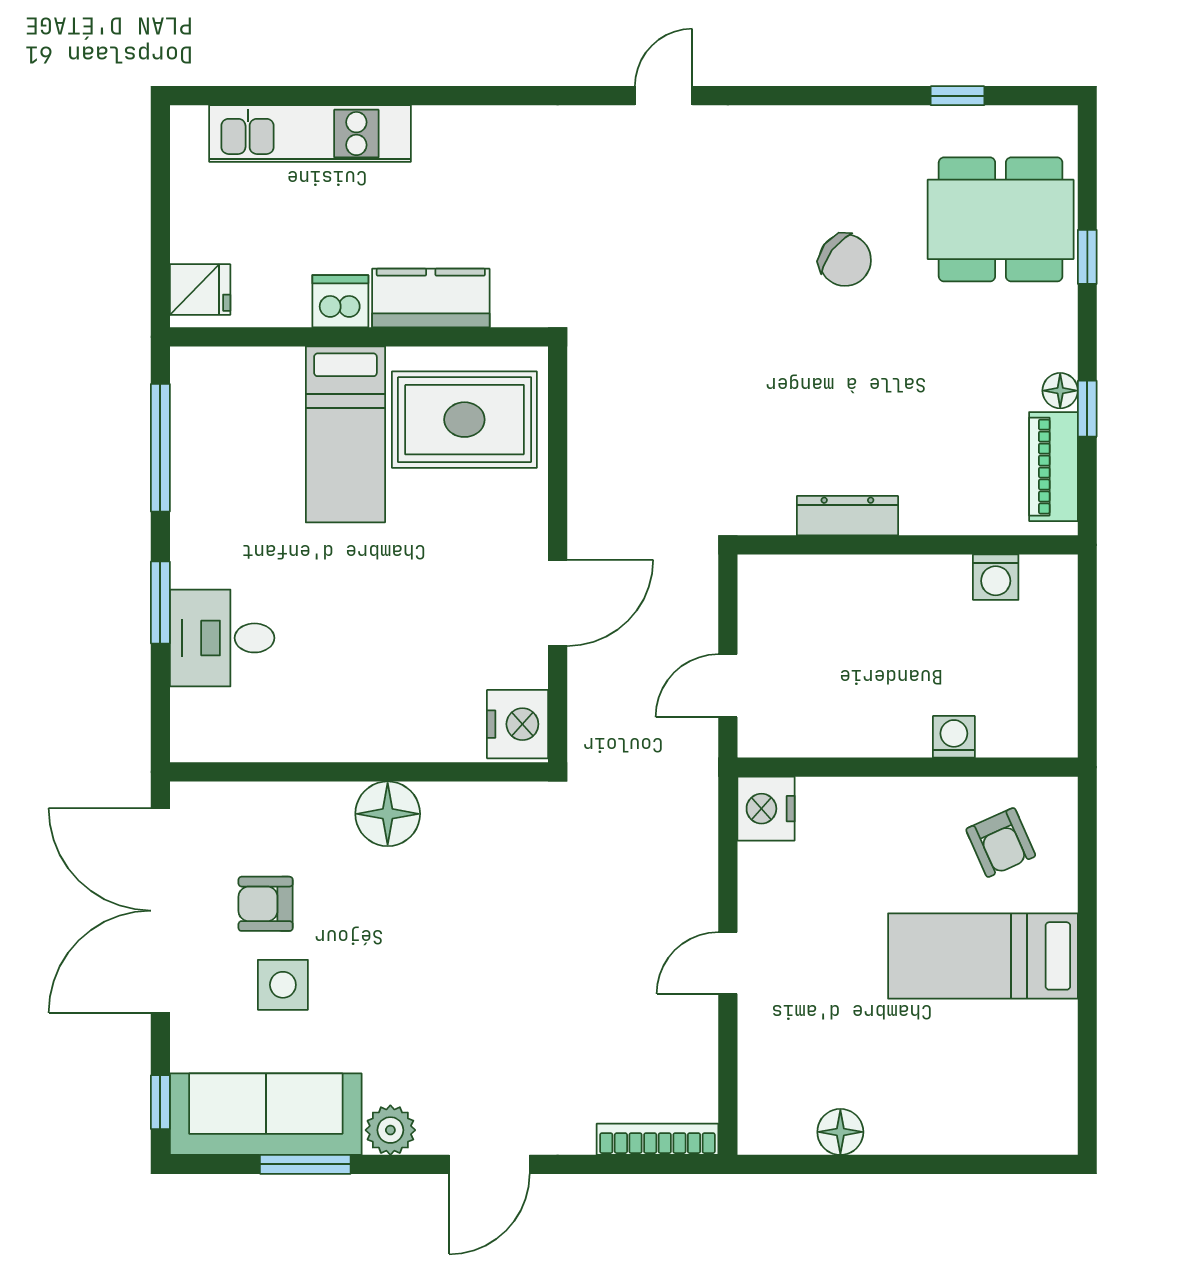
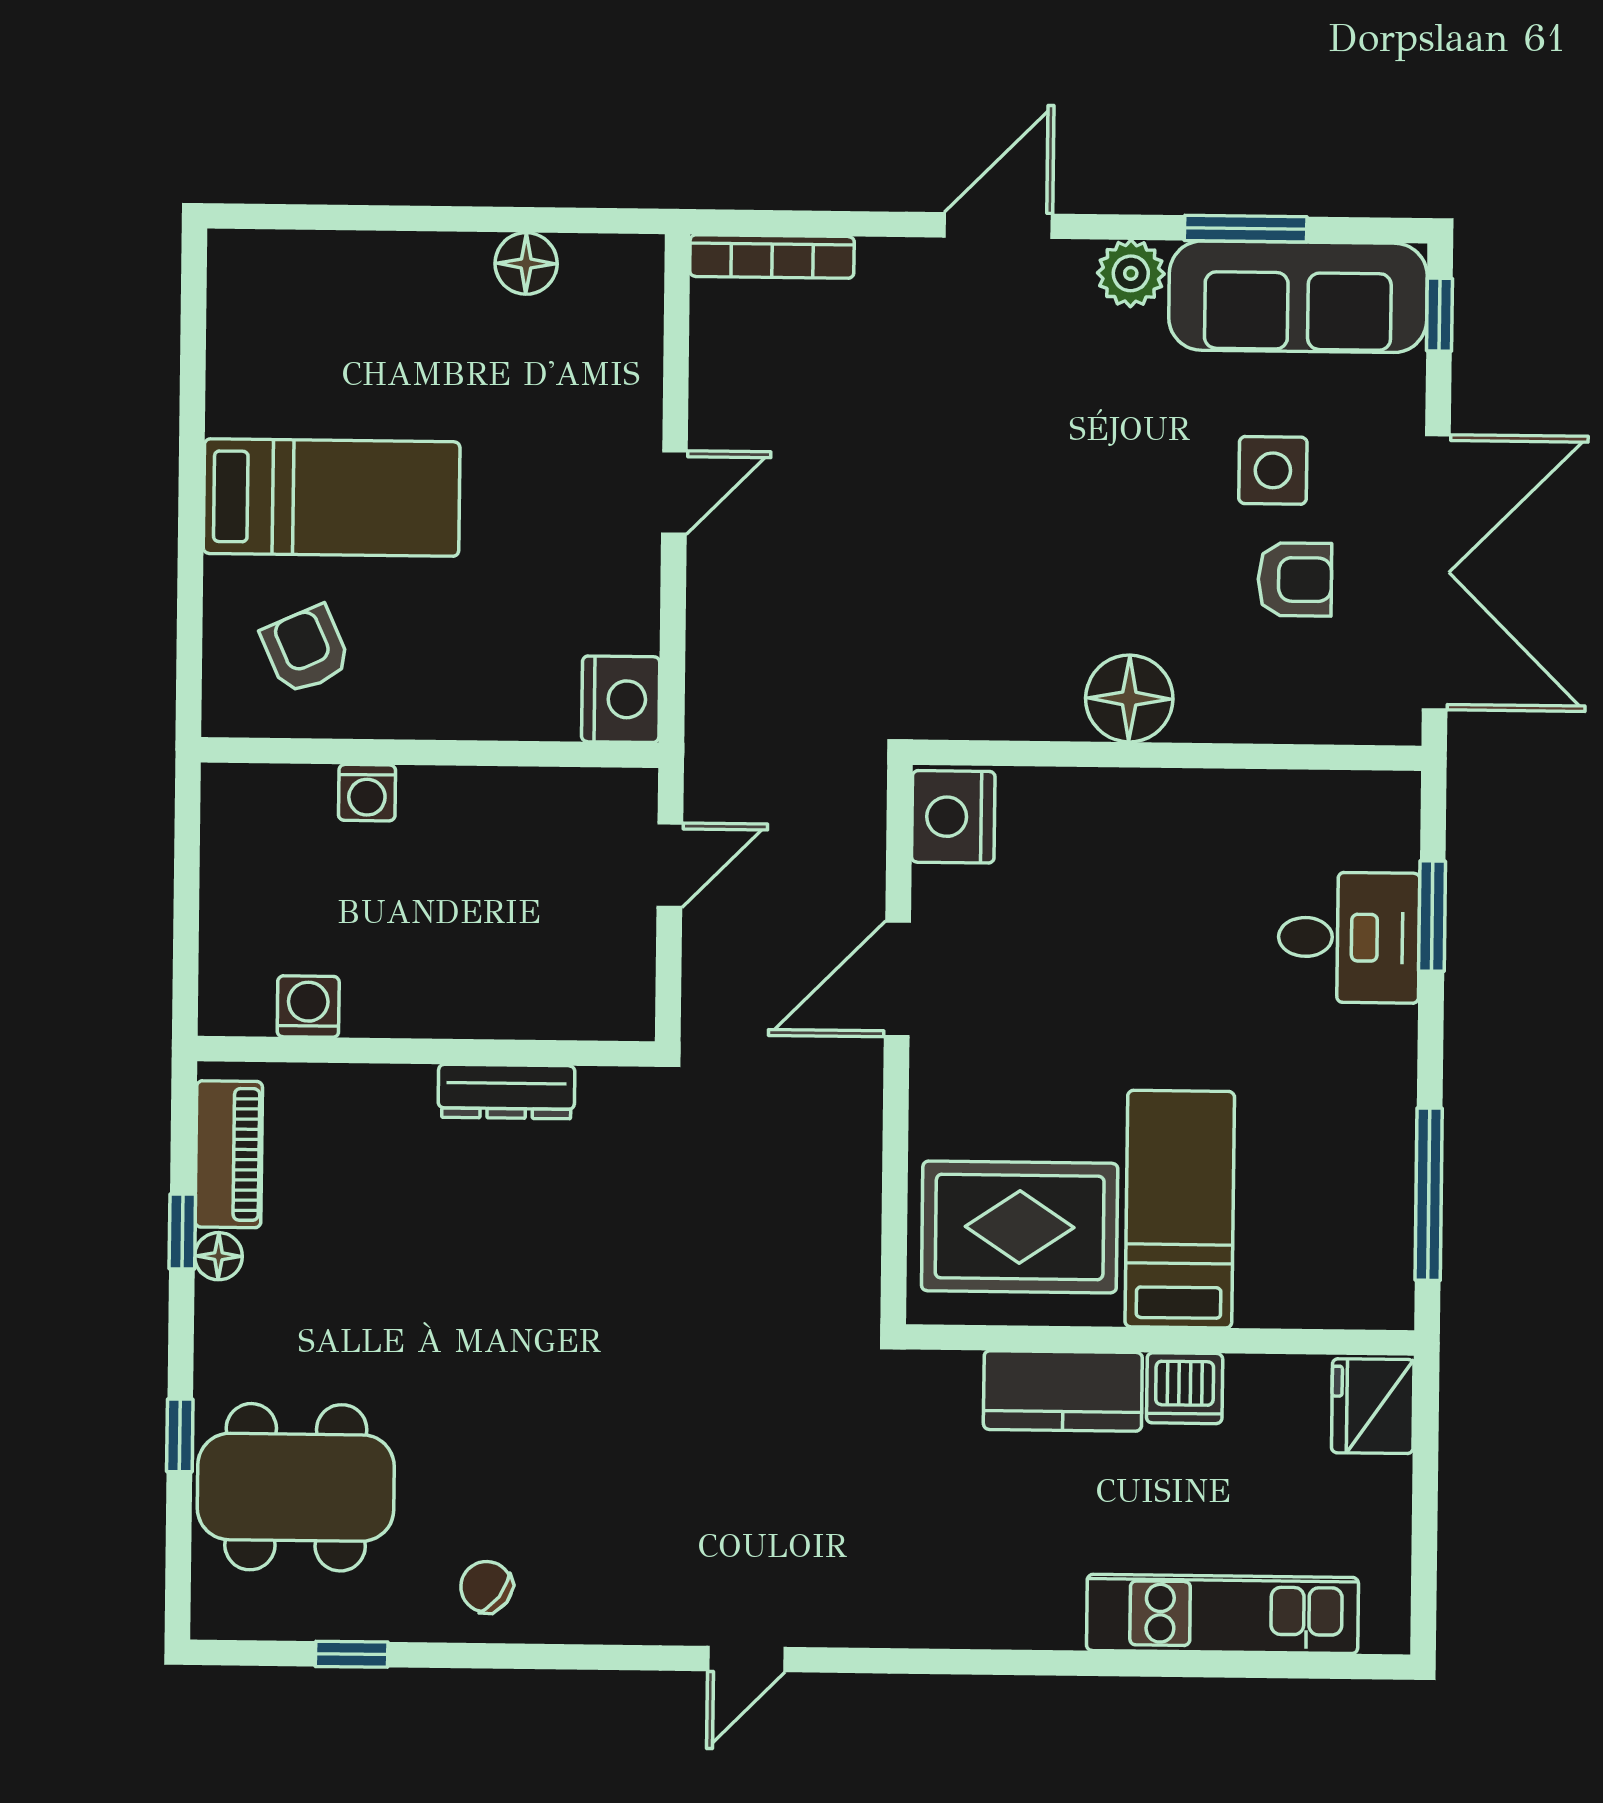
chair: (845, 260) -> (486, 1587), moved, width x0.73, depth x0.73
fridge: (200, 290) -> (1373, 1406), width x1.38
window: (160, 602) -> (1432, 916), moved

